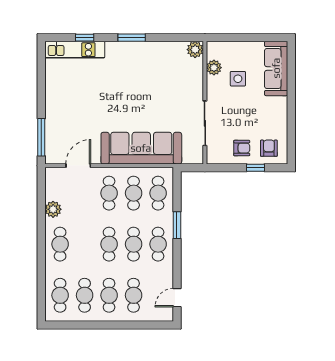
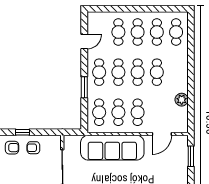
window: (41, 137) -> (191, 156), width x0.69
armchair: (269, 148) -> (12, 148), turned -90
cafe table: (60, 244) -> (157, 72), moved
door: (177, 298) -> (84, 42), moved

